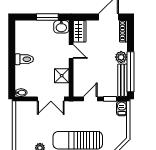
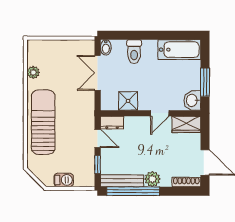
bathtub: (23, 37) -> (179, 50), added
toilet: (24, 59) -> (134, 52), moved
dresser: (78, 88) -> (112, 123), added
double door: (51, 99) -> (98, 73), moved
barbecue: (122, 108) -> (64, 180), moved

